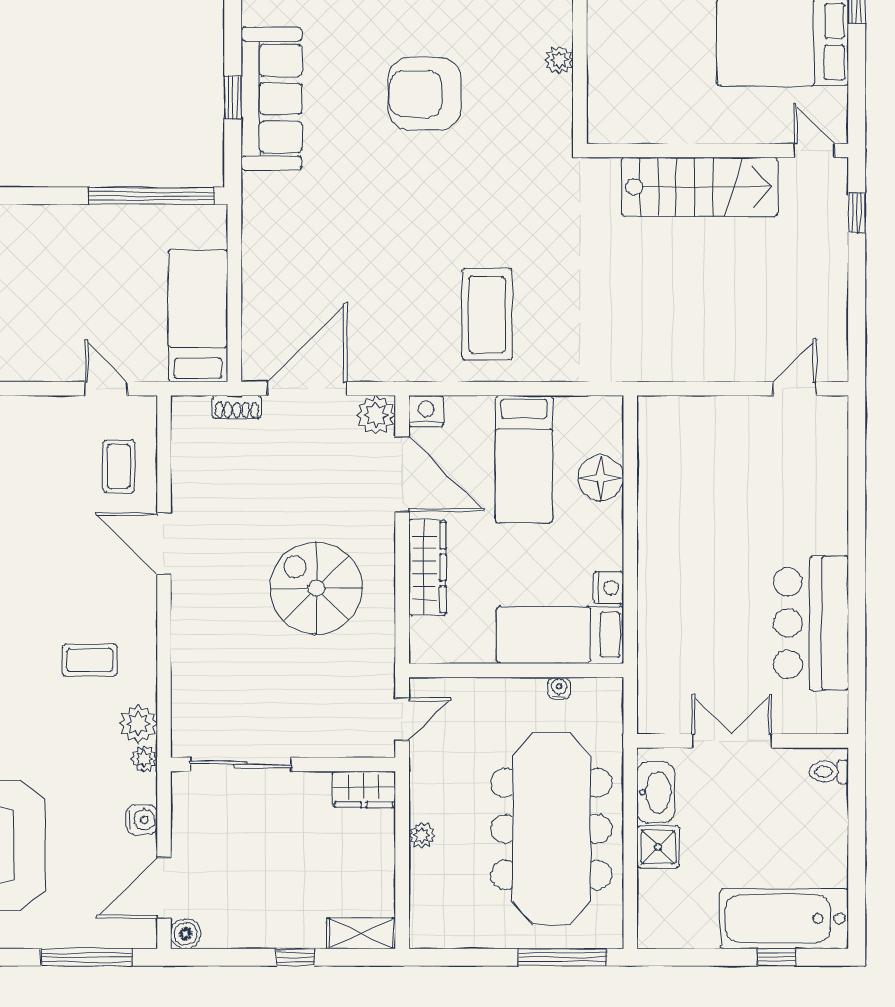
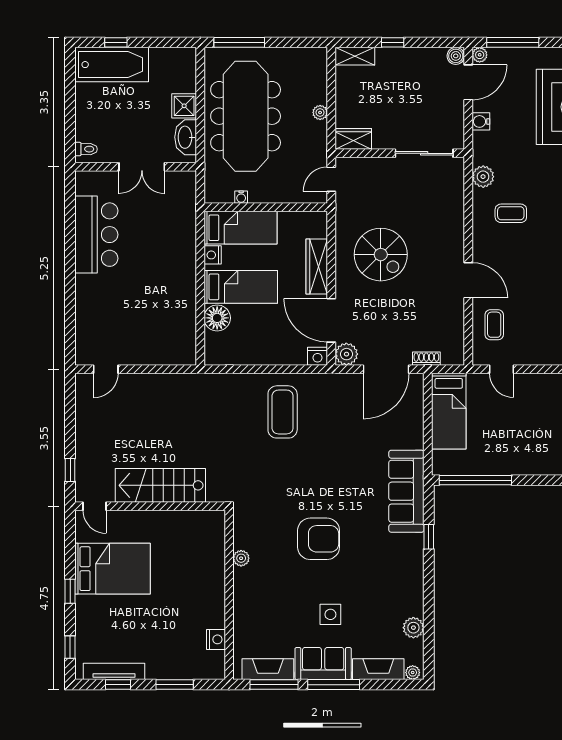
sofa: (272, 99) -> (406, 491), moved
bed: (524, 459) -> (241, 287), moved, turned 90
plant: (144, 759) -> (480, 55), moved

